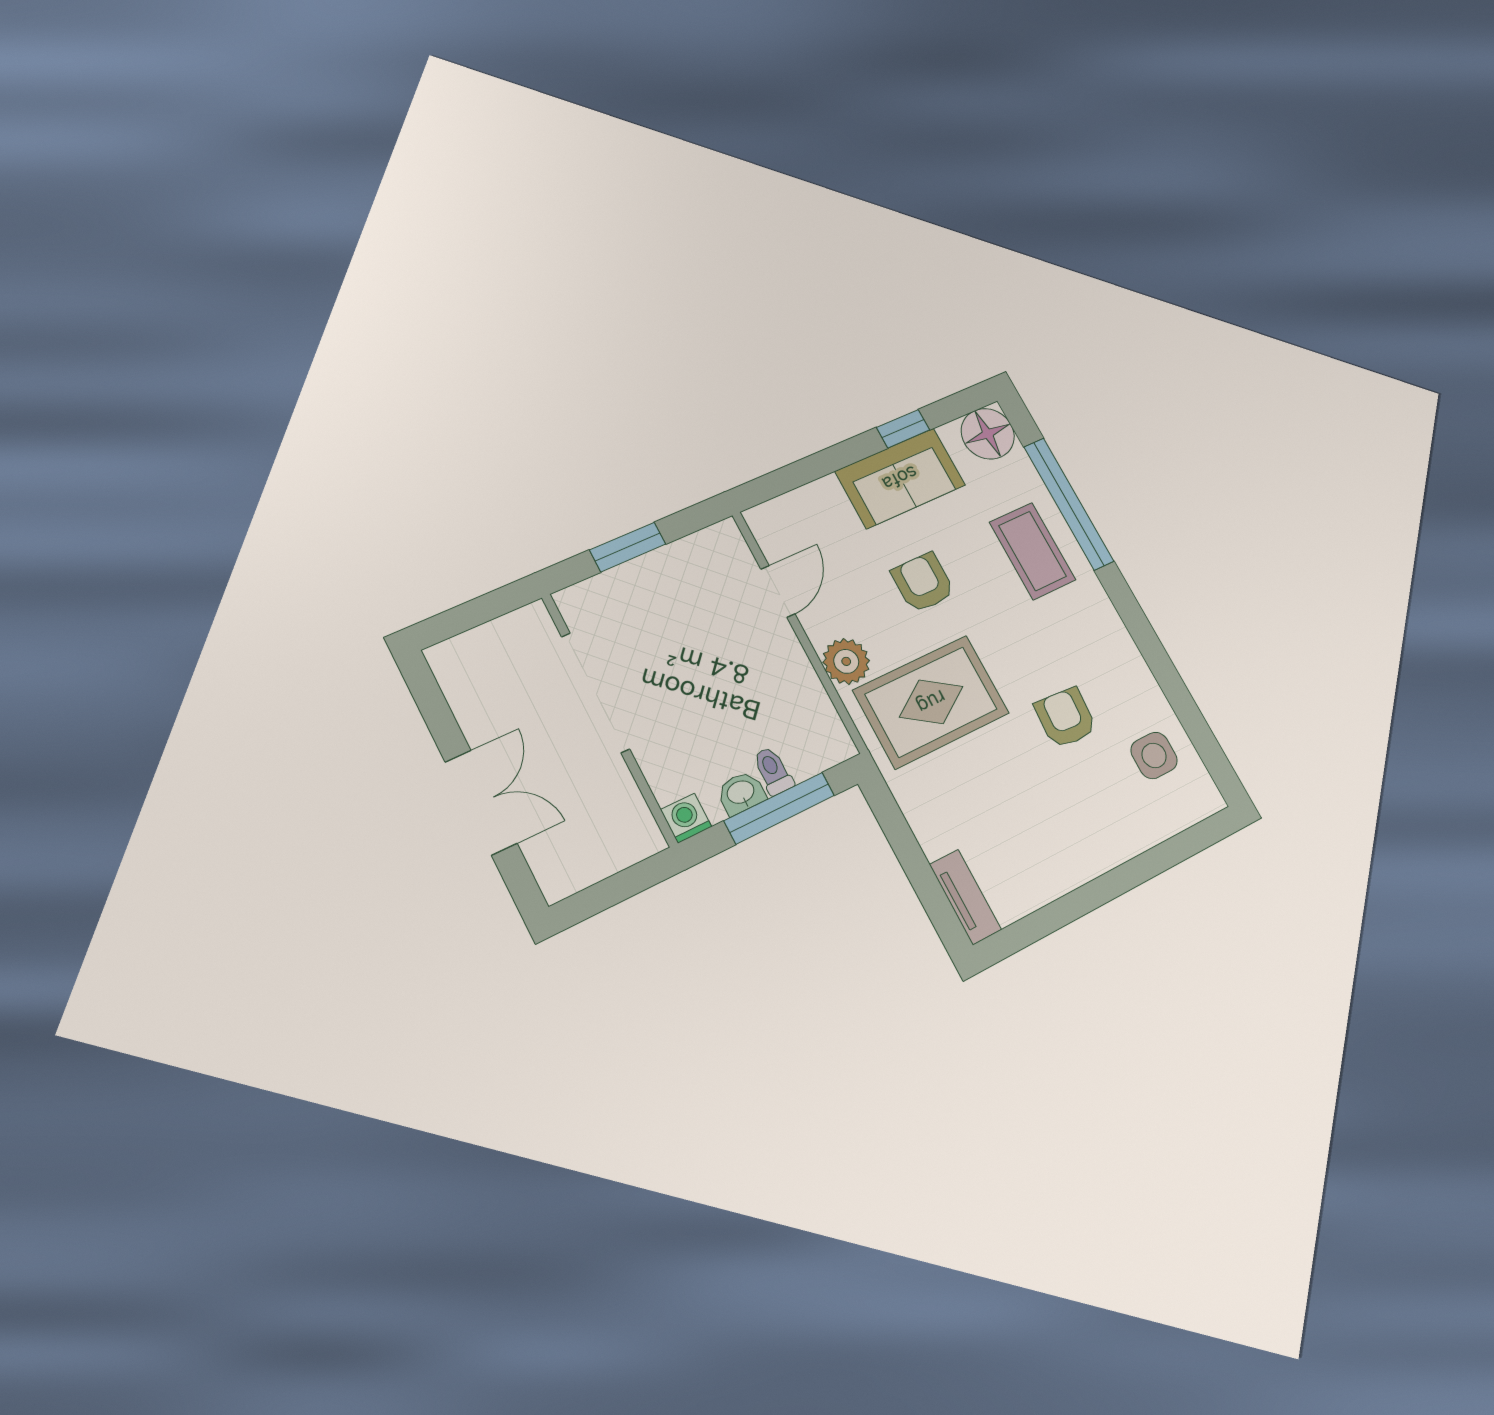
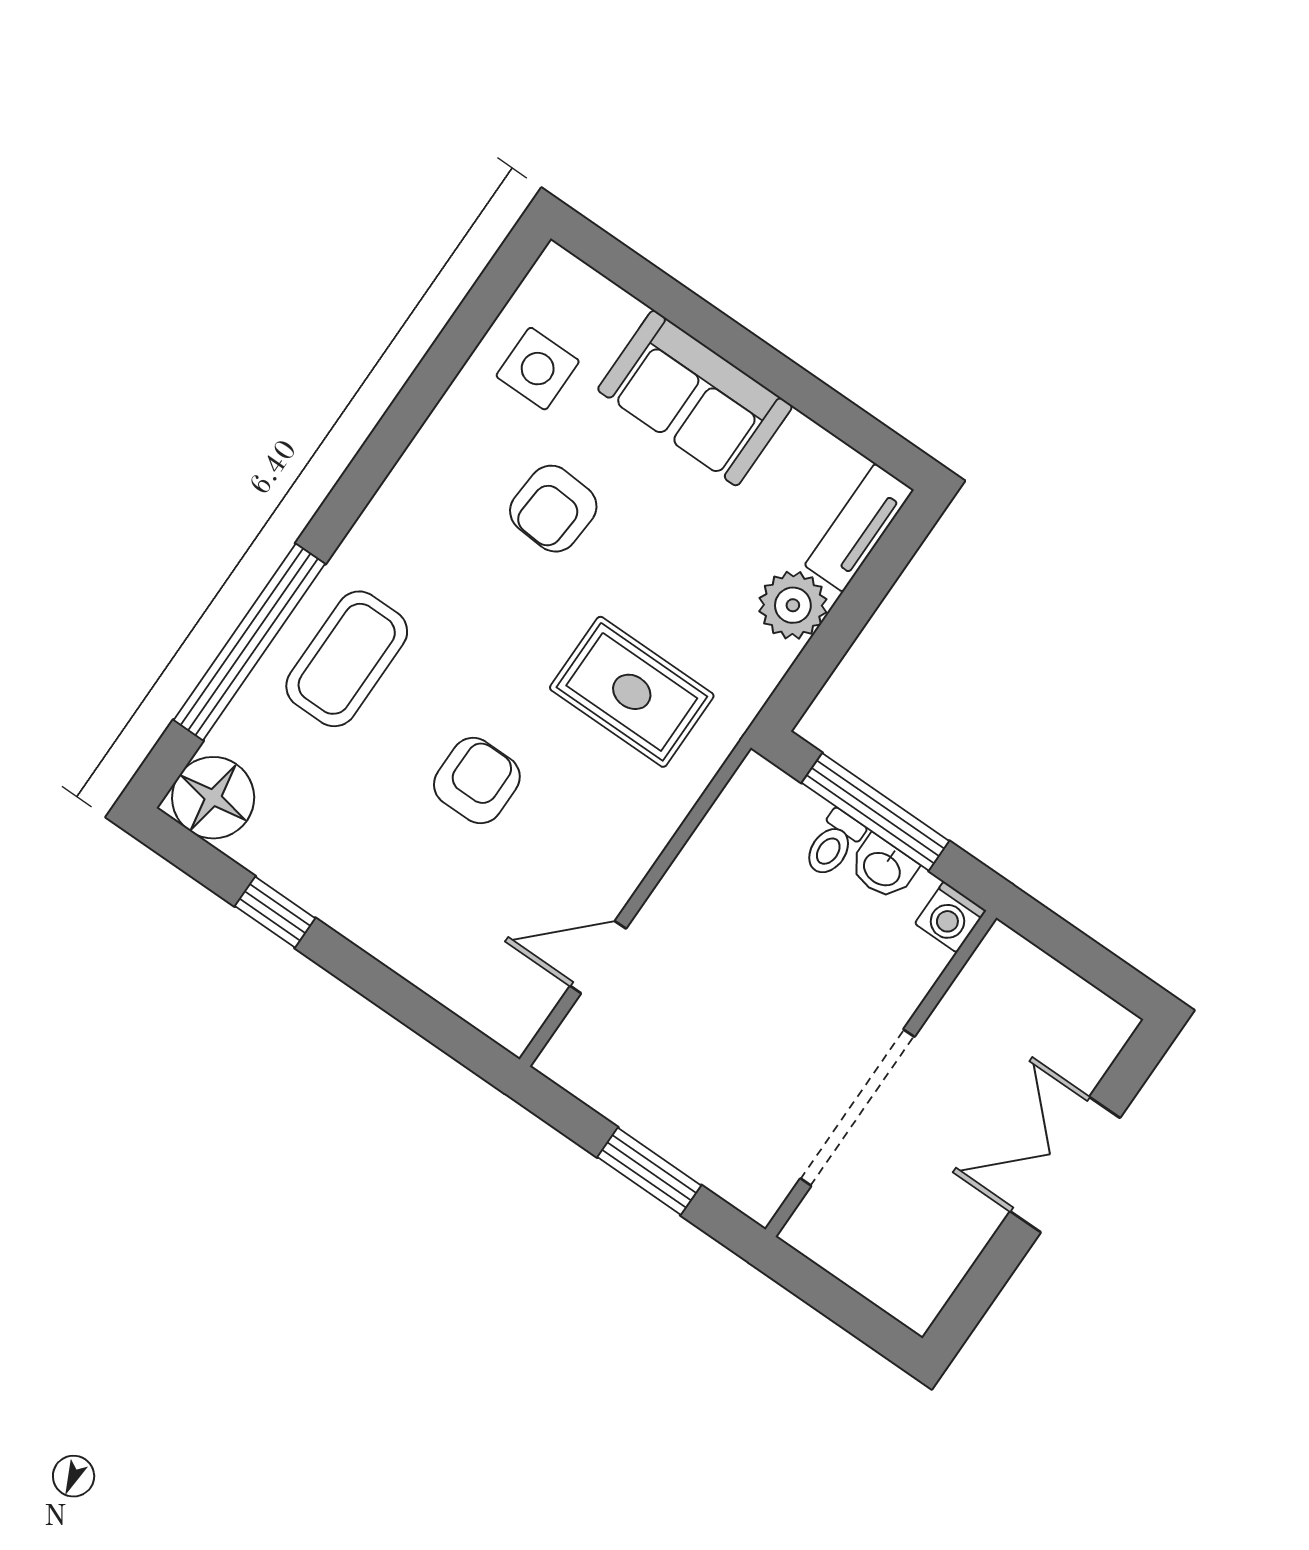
sofa: (900, 478) -> (695, 398), moved, turned 180
armchair: (923, 583) -> (477, 781), turned 180
plant: (846, 661) -> (793, 605), moved
rug: (931, 702) -> (632, 692), width x0.73, depth x0.70

